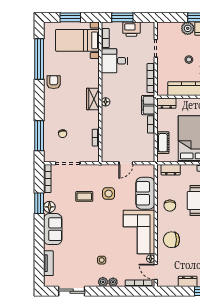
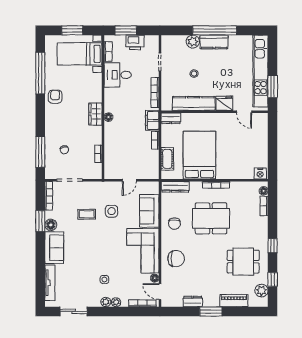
dresser: (171, 170) -> (175, 187), width x1.44
chair: (171, 240) -> (176, 259), turned 180
tv unit: (48, 263) -> (50, 283), width x1.41

